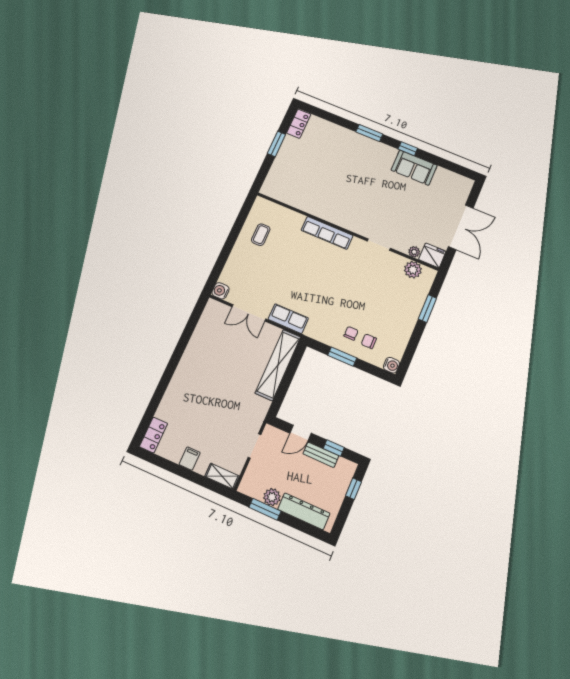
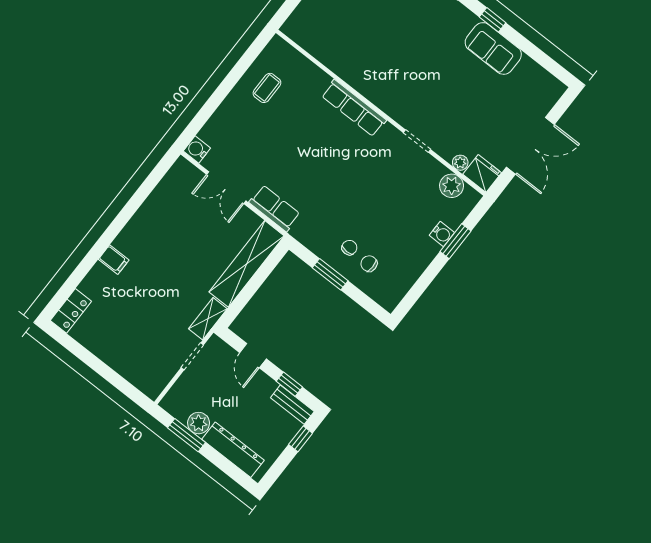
water cooler: (391, 365) -> (442, 234), moved
door: (301, 433) -> (253, 356), hinge flipped
bench: (321, 455) -> (292, 405), moved
filing cabinet: (190, 459) -> (114, 260), moved, turned 90
shelving: (222, 476) -> (208, 319), moved, turned 90

